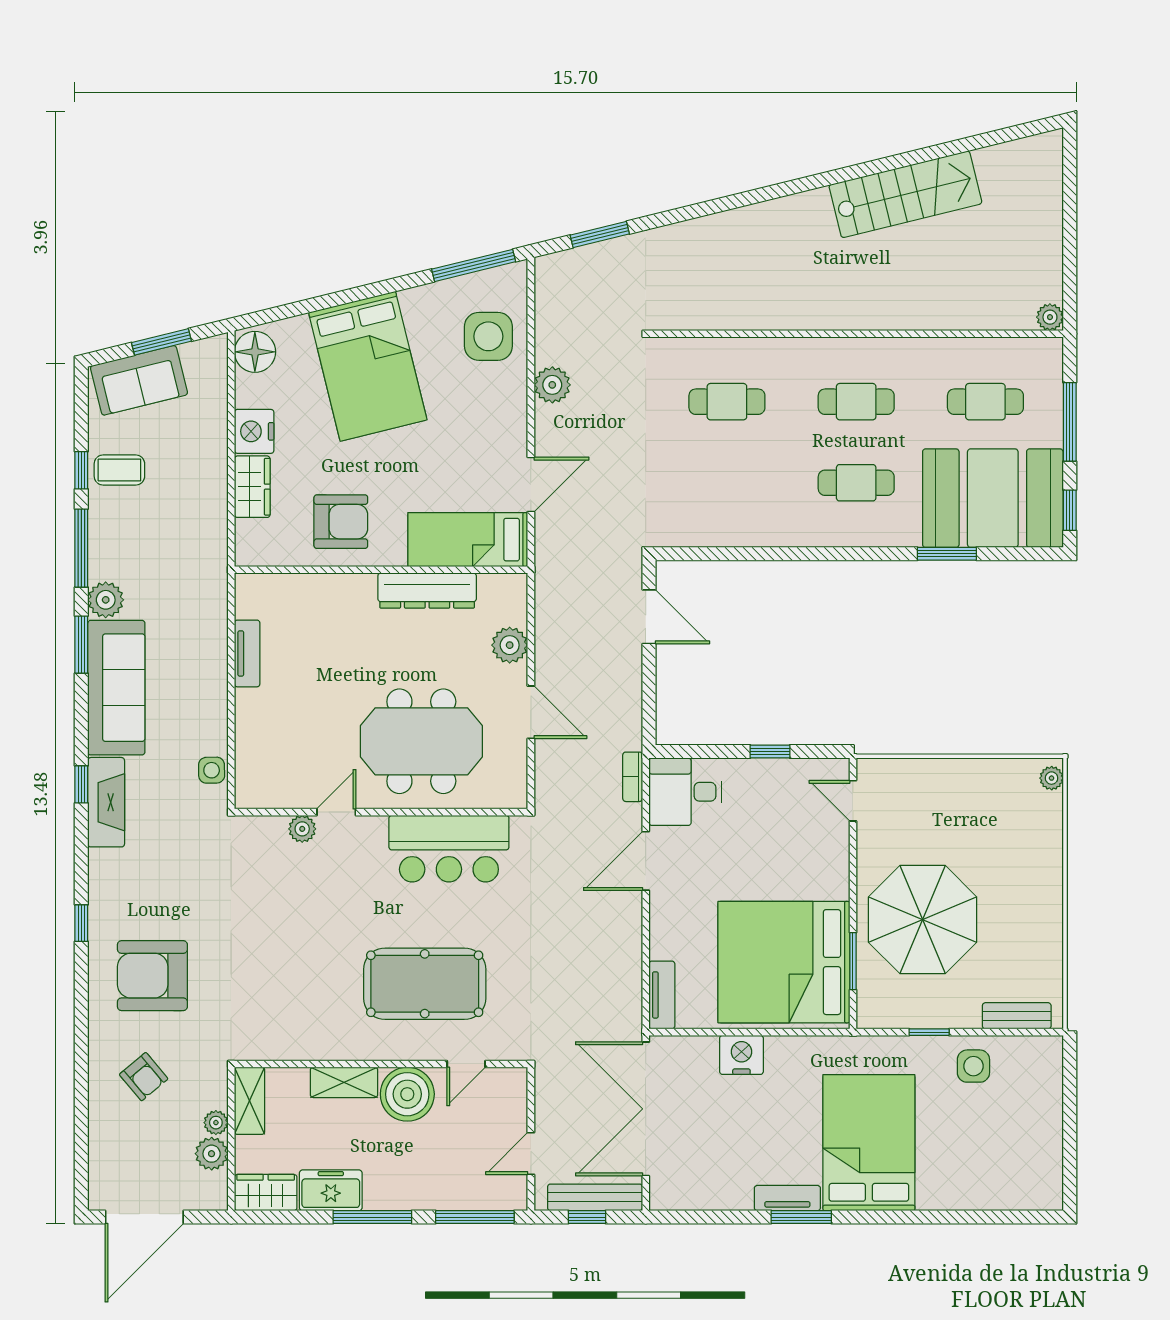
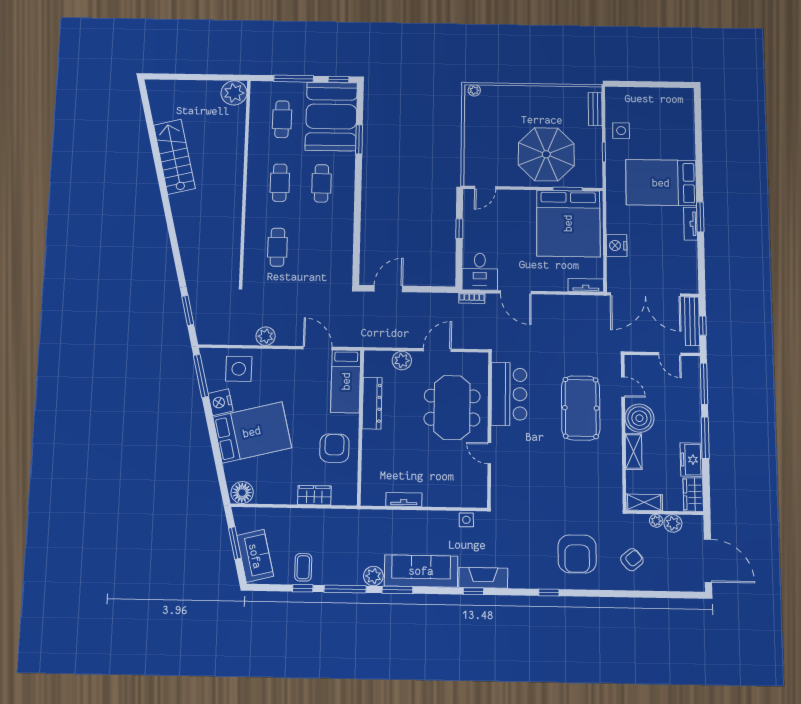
plant: (1050, 317) -> (234, 93), width x1.88, depth x1.88
nightstand: (254, 431) -> (220, 402), moved, turned 76
plant: (302, 829) -> (498, 472), removed

